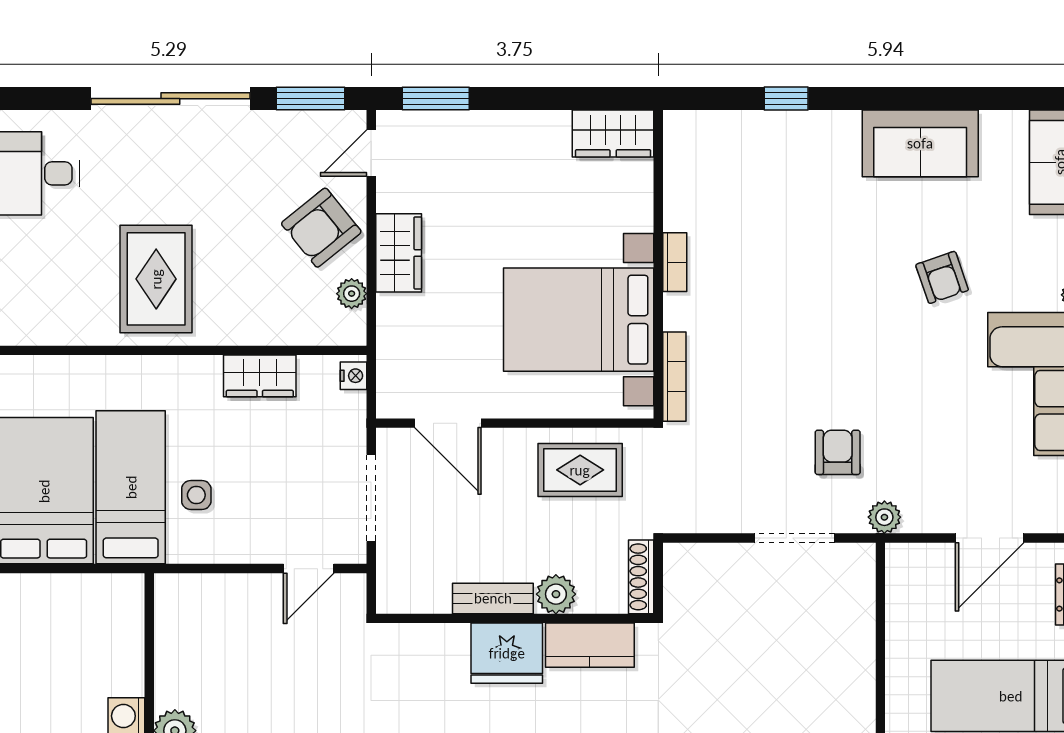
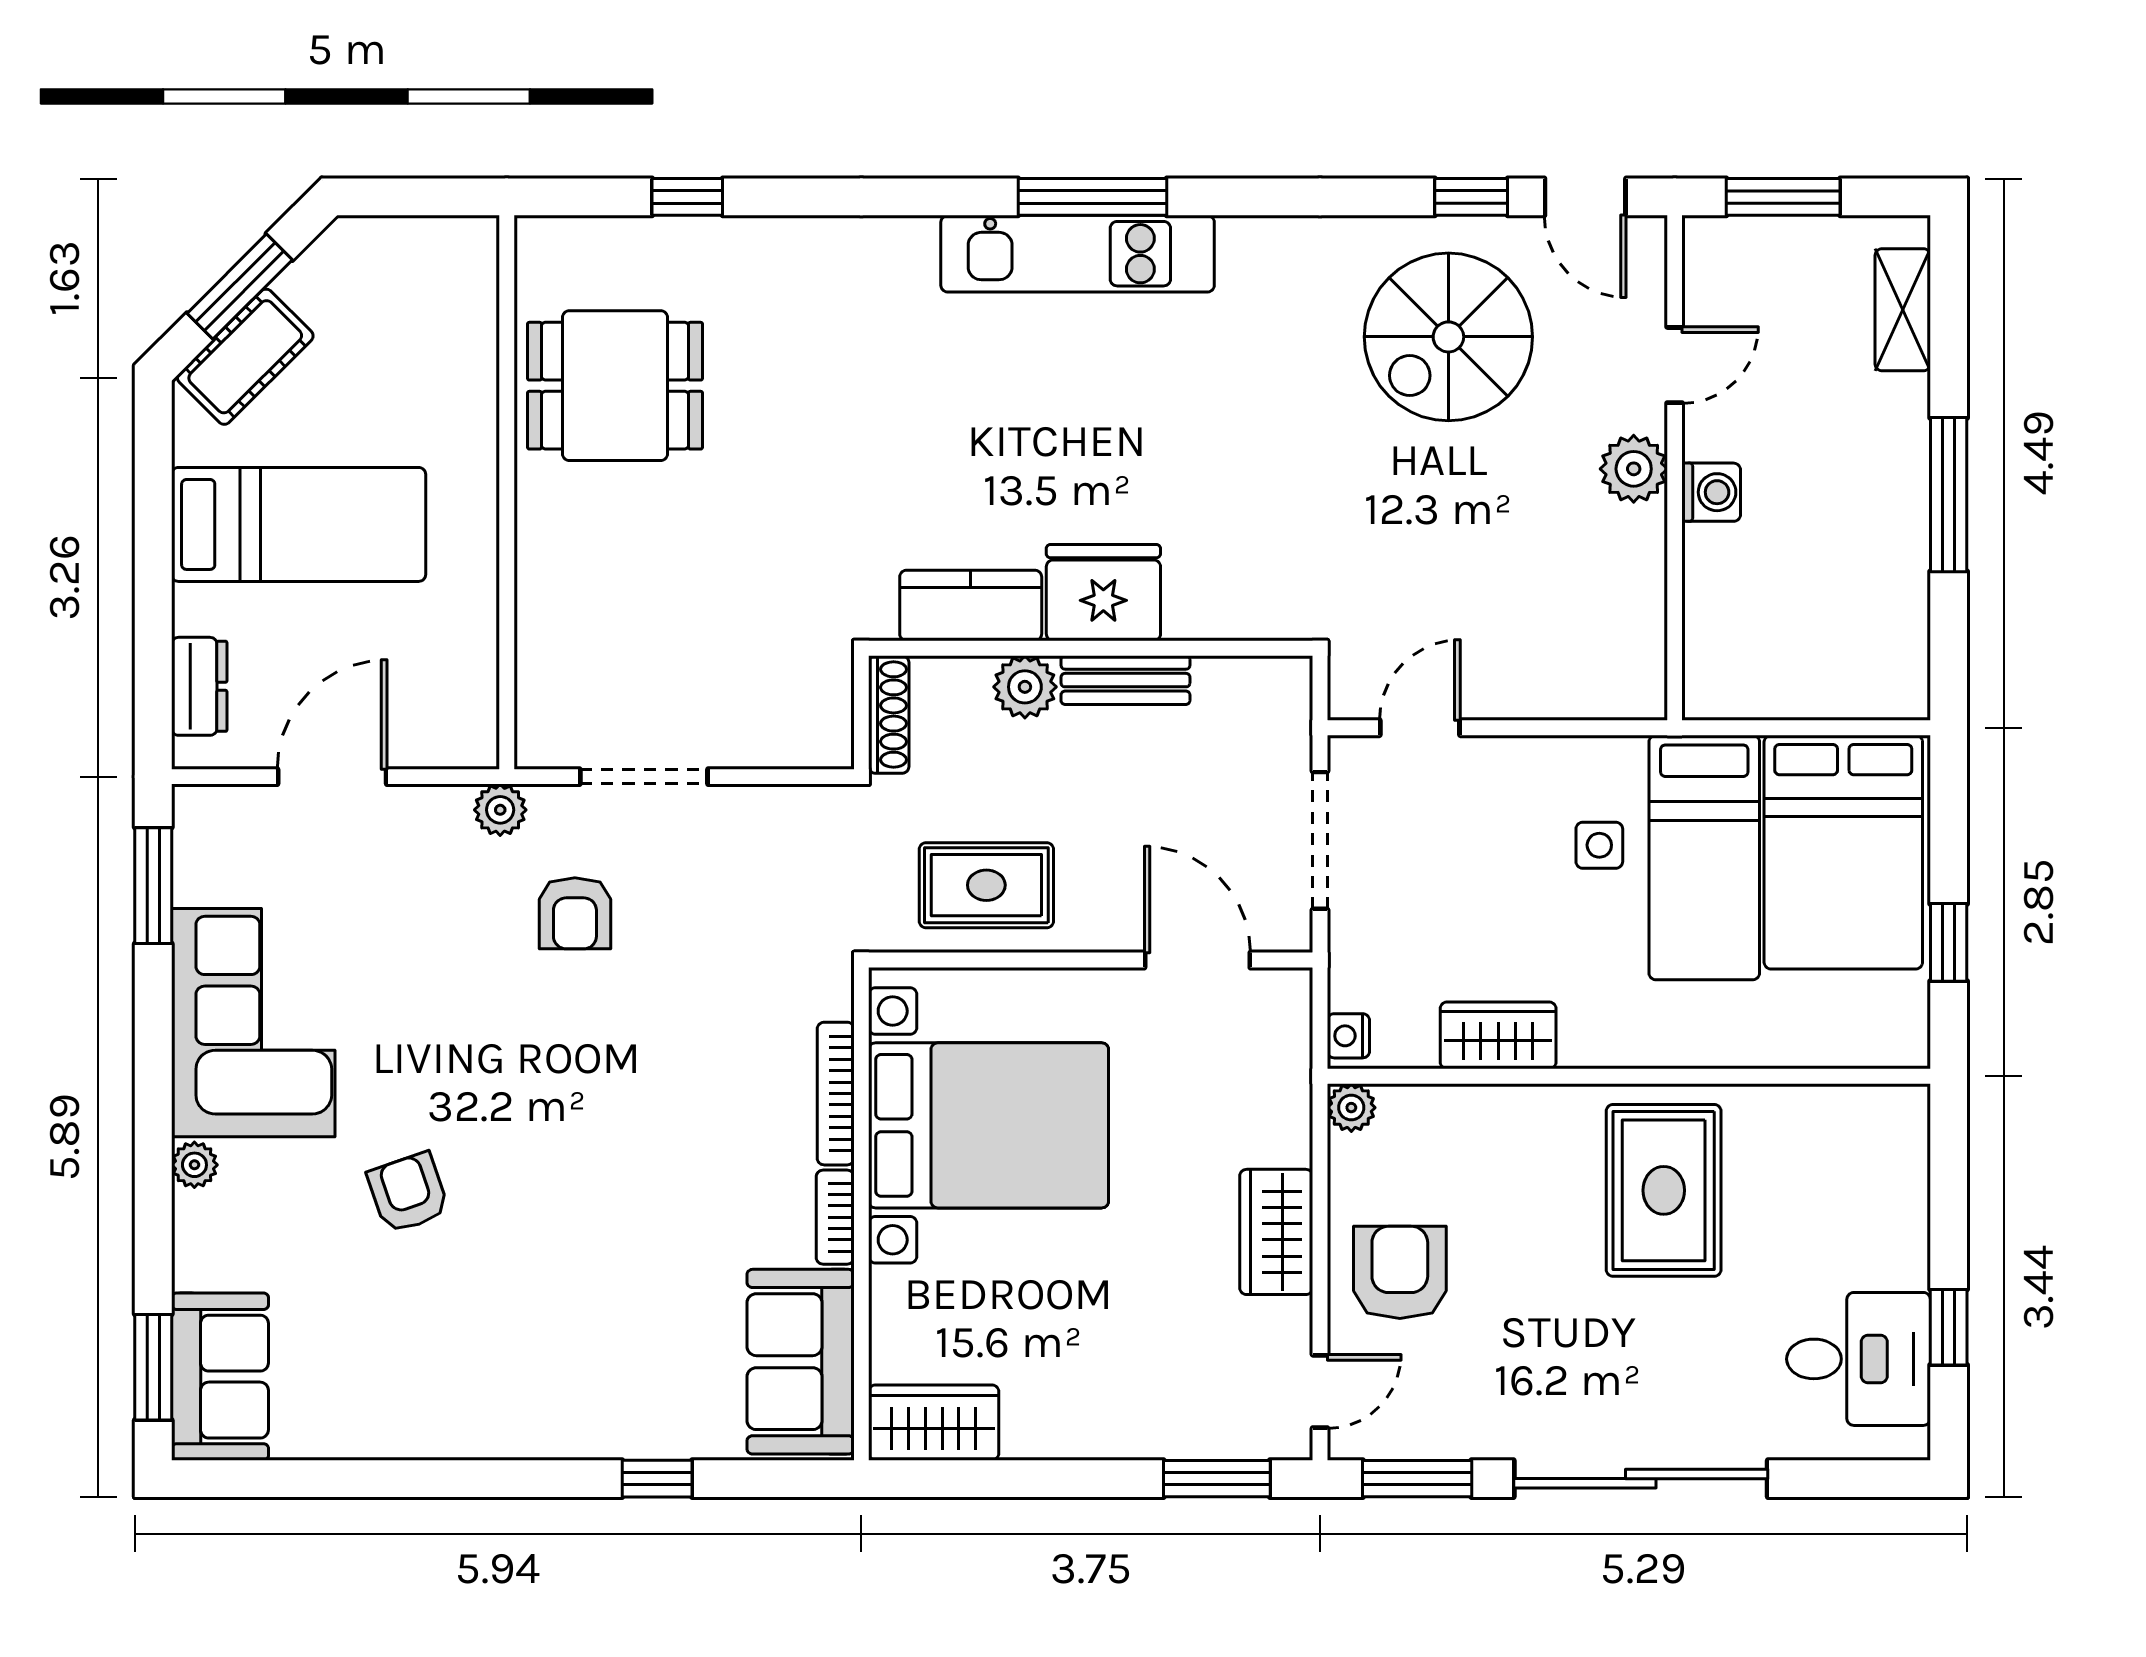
sofa: (920, 143) -> (801, 1362), moved, turned -90
armchair: (321, 228) -> (1400, 1272), turned -51
plant: (352, 294) -> (1351, 1108), moved
bookcase: (674, 377) -> (836, 1094), moved

